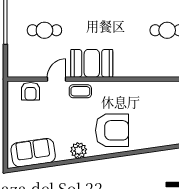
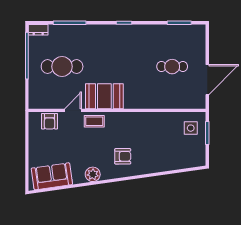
cafe table: (44, 30) -> (62, 67), width x1.37, depth x1.35
armchair: (112, 130) -> (123, 156), width x0.53, depth x0.53

